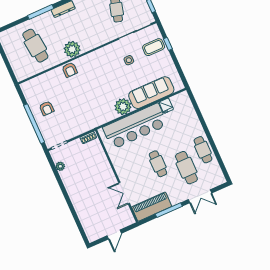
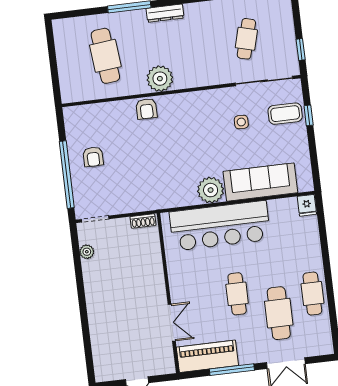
fridge: (166, 106) -> (307, 205), moved
double door: (124, 193) -> (172, 323), swing flipped

